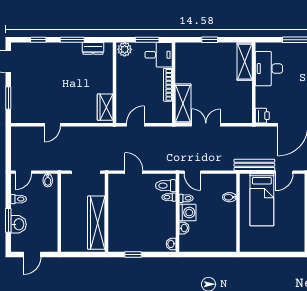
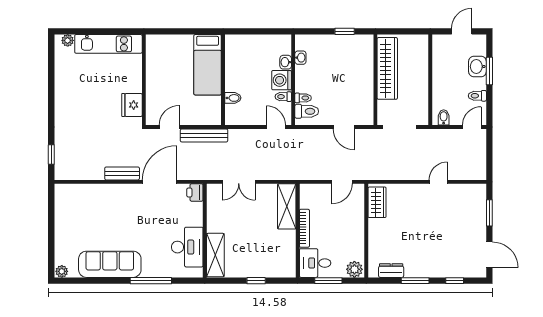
double door: (206, 125) -> (239, 182), moved
bed: (262, 200) -> (208, 65), moved, turned 180
washbasin: (171, 244) -> (300, 58), moved

